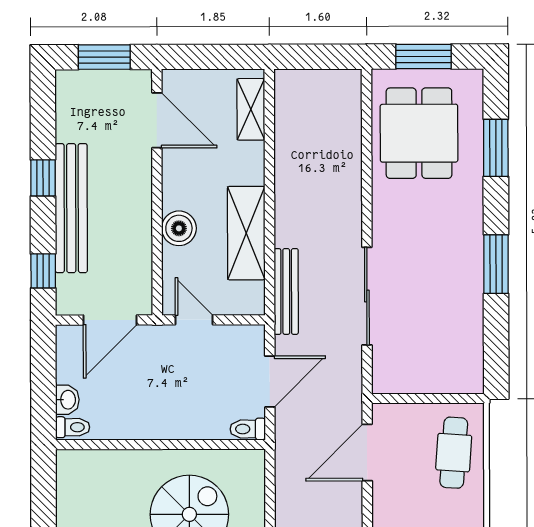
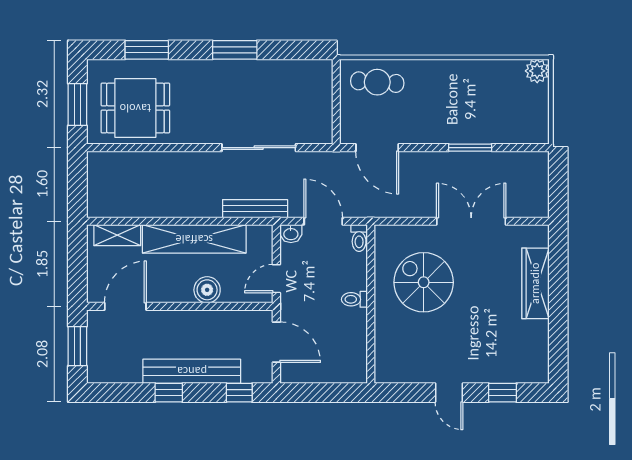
shelving: (246, 233) -> (194, 239), width x1.47
washbasin: (67, 400) -> (291, 234), moved, turned 180
toilet: (73, 427) -> (354, 299), moved, turned -90

